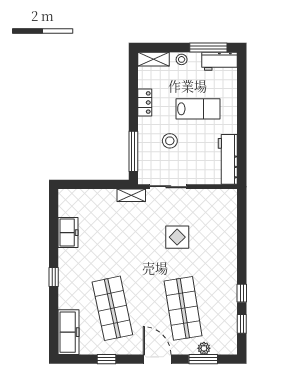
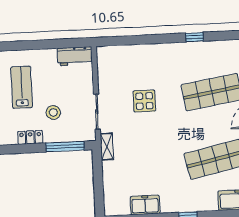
locker: (145, 103) -> (30, 137), moved
workbench: (228, 159) -> (75, 56), width x0.73
window: (242, 324) -> (224, 36), removed

